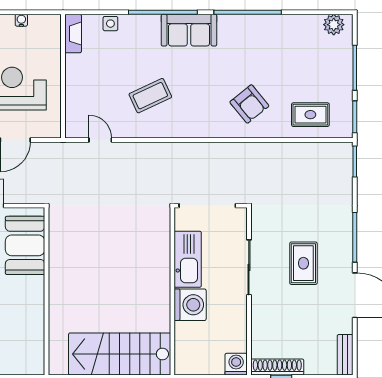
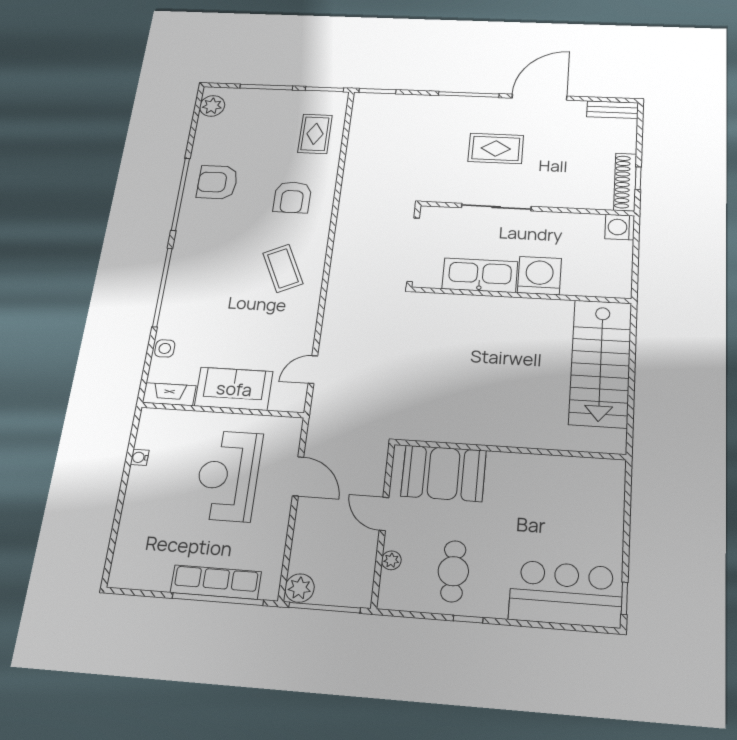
sofa: (189, 30) -> (234, 389), moved, turned -90
armchair: (260, 41) -> (217, 182), added
coffee table: (150, 96) -> (283, 268), moved
armchair: (249, 104) -> (292, 197), turned 129

